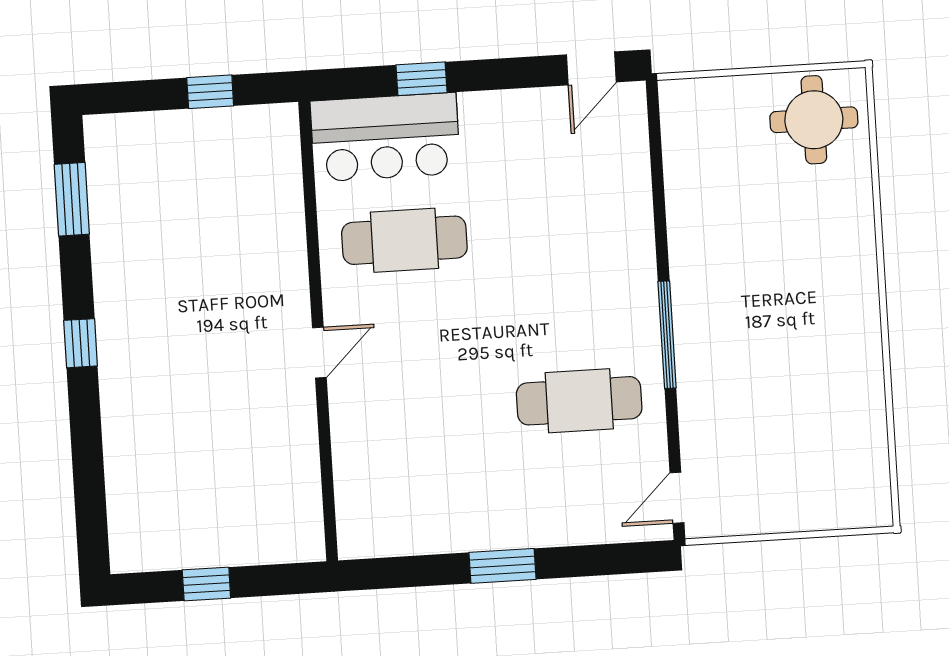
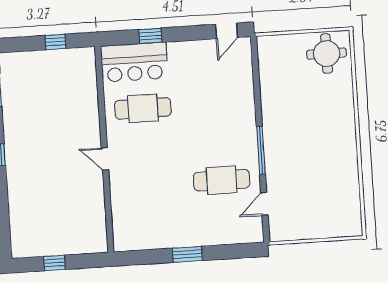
door: (319, 353) -> (105, 159), swing flipped
door: (677, 498) -> (264, 204), moved

